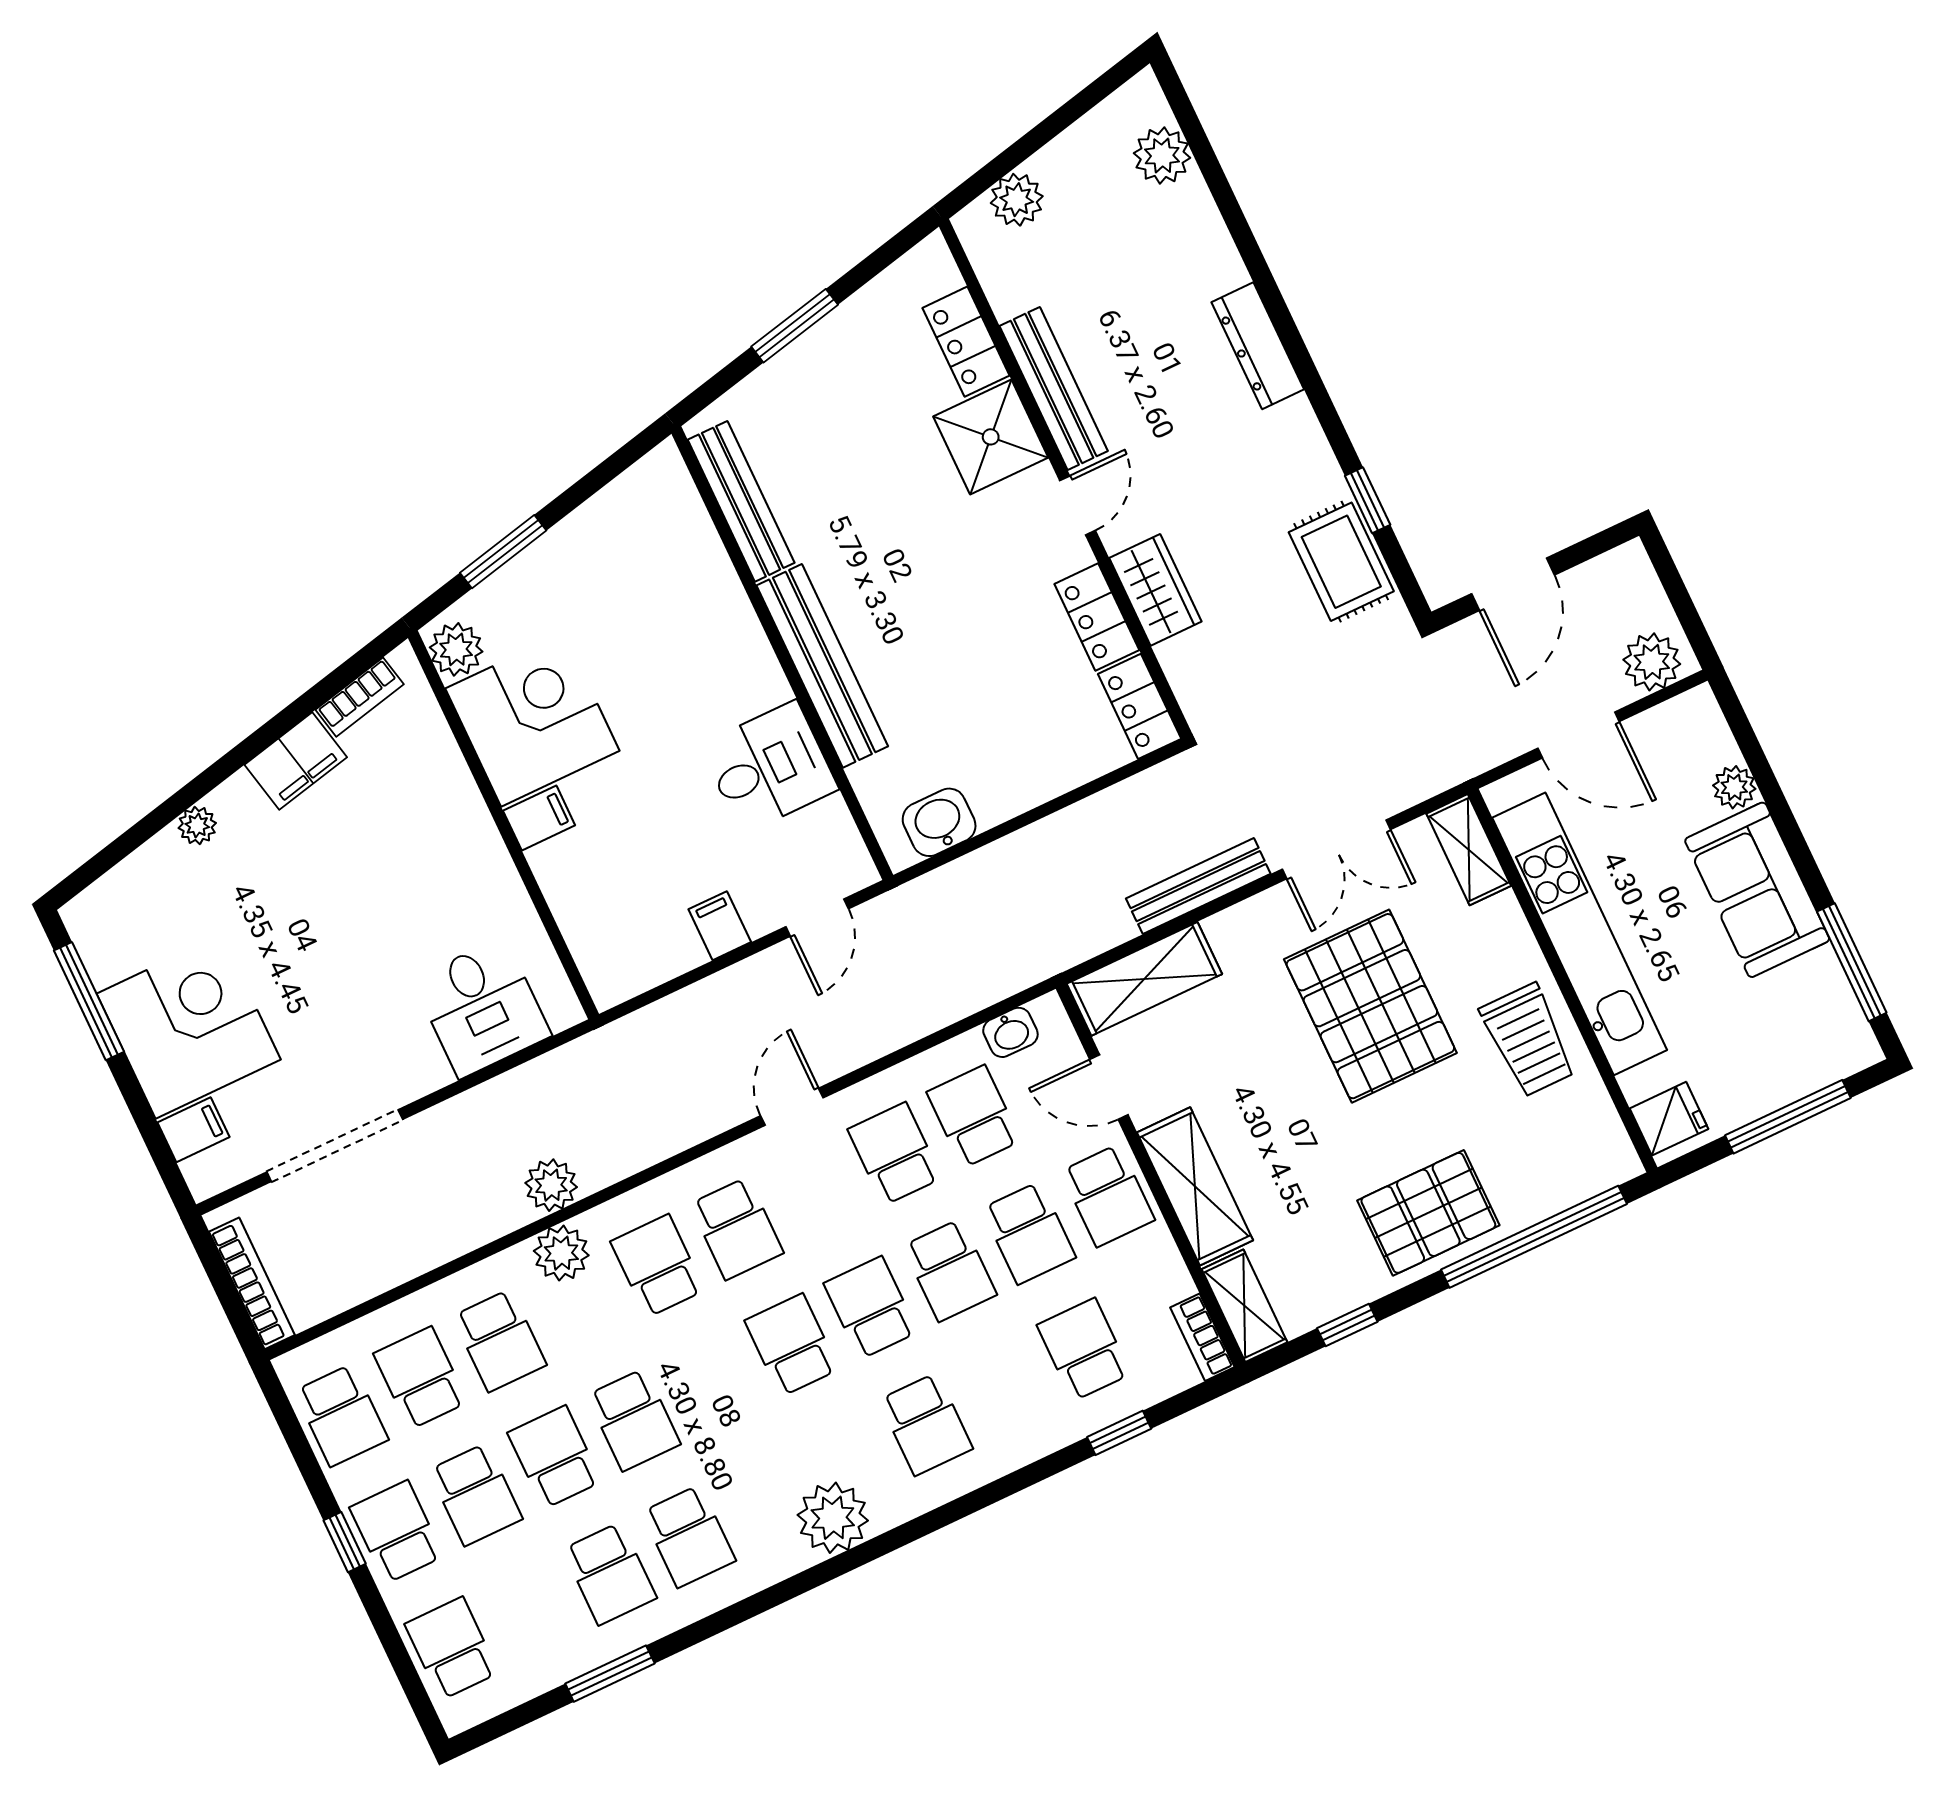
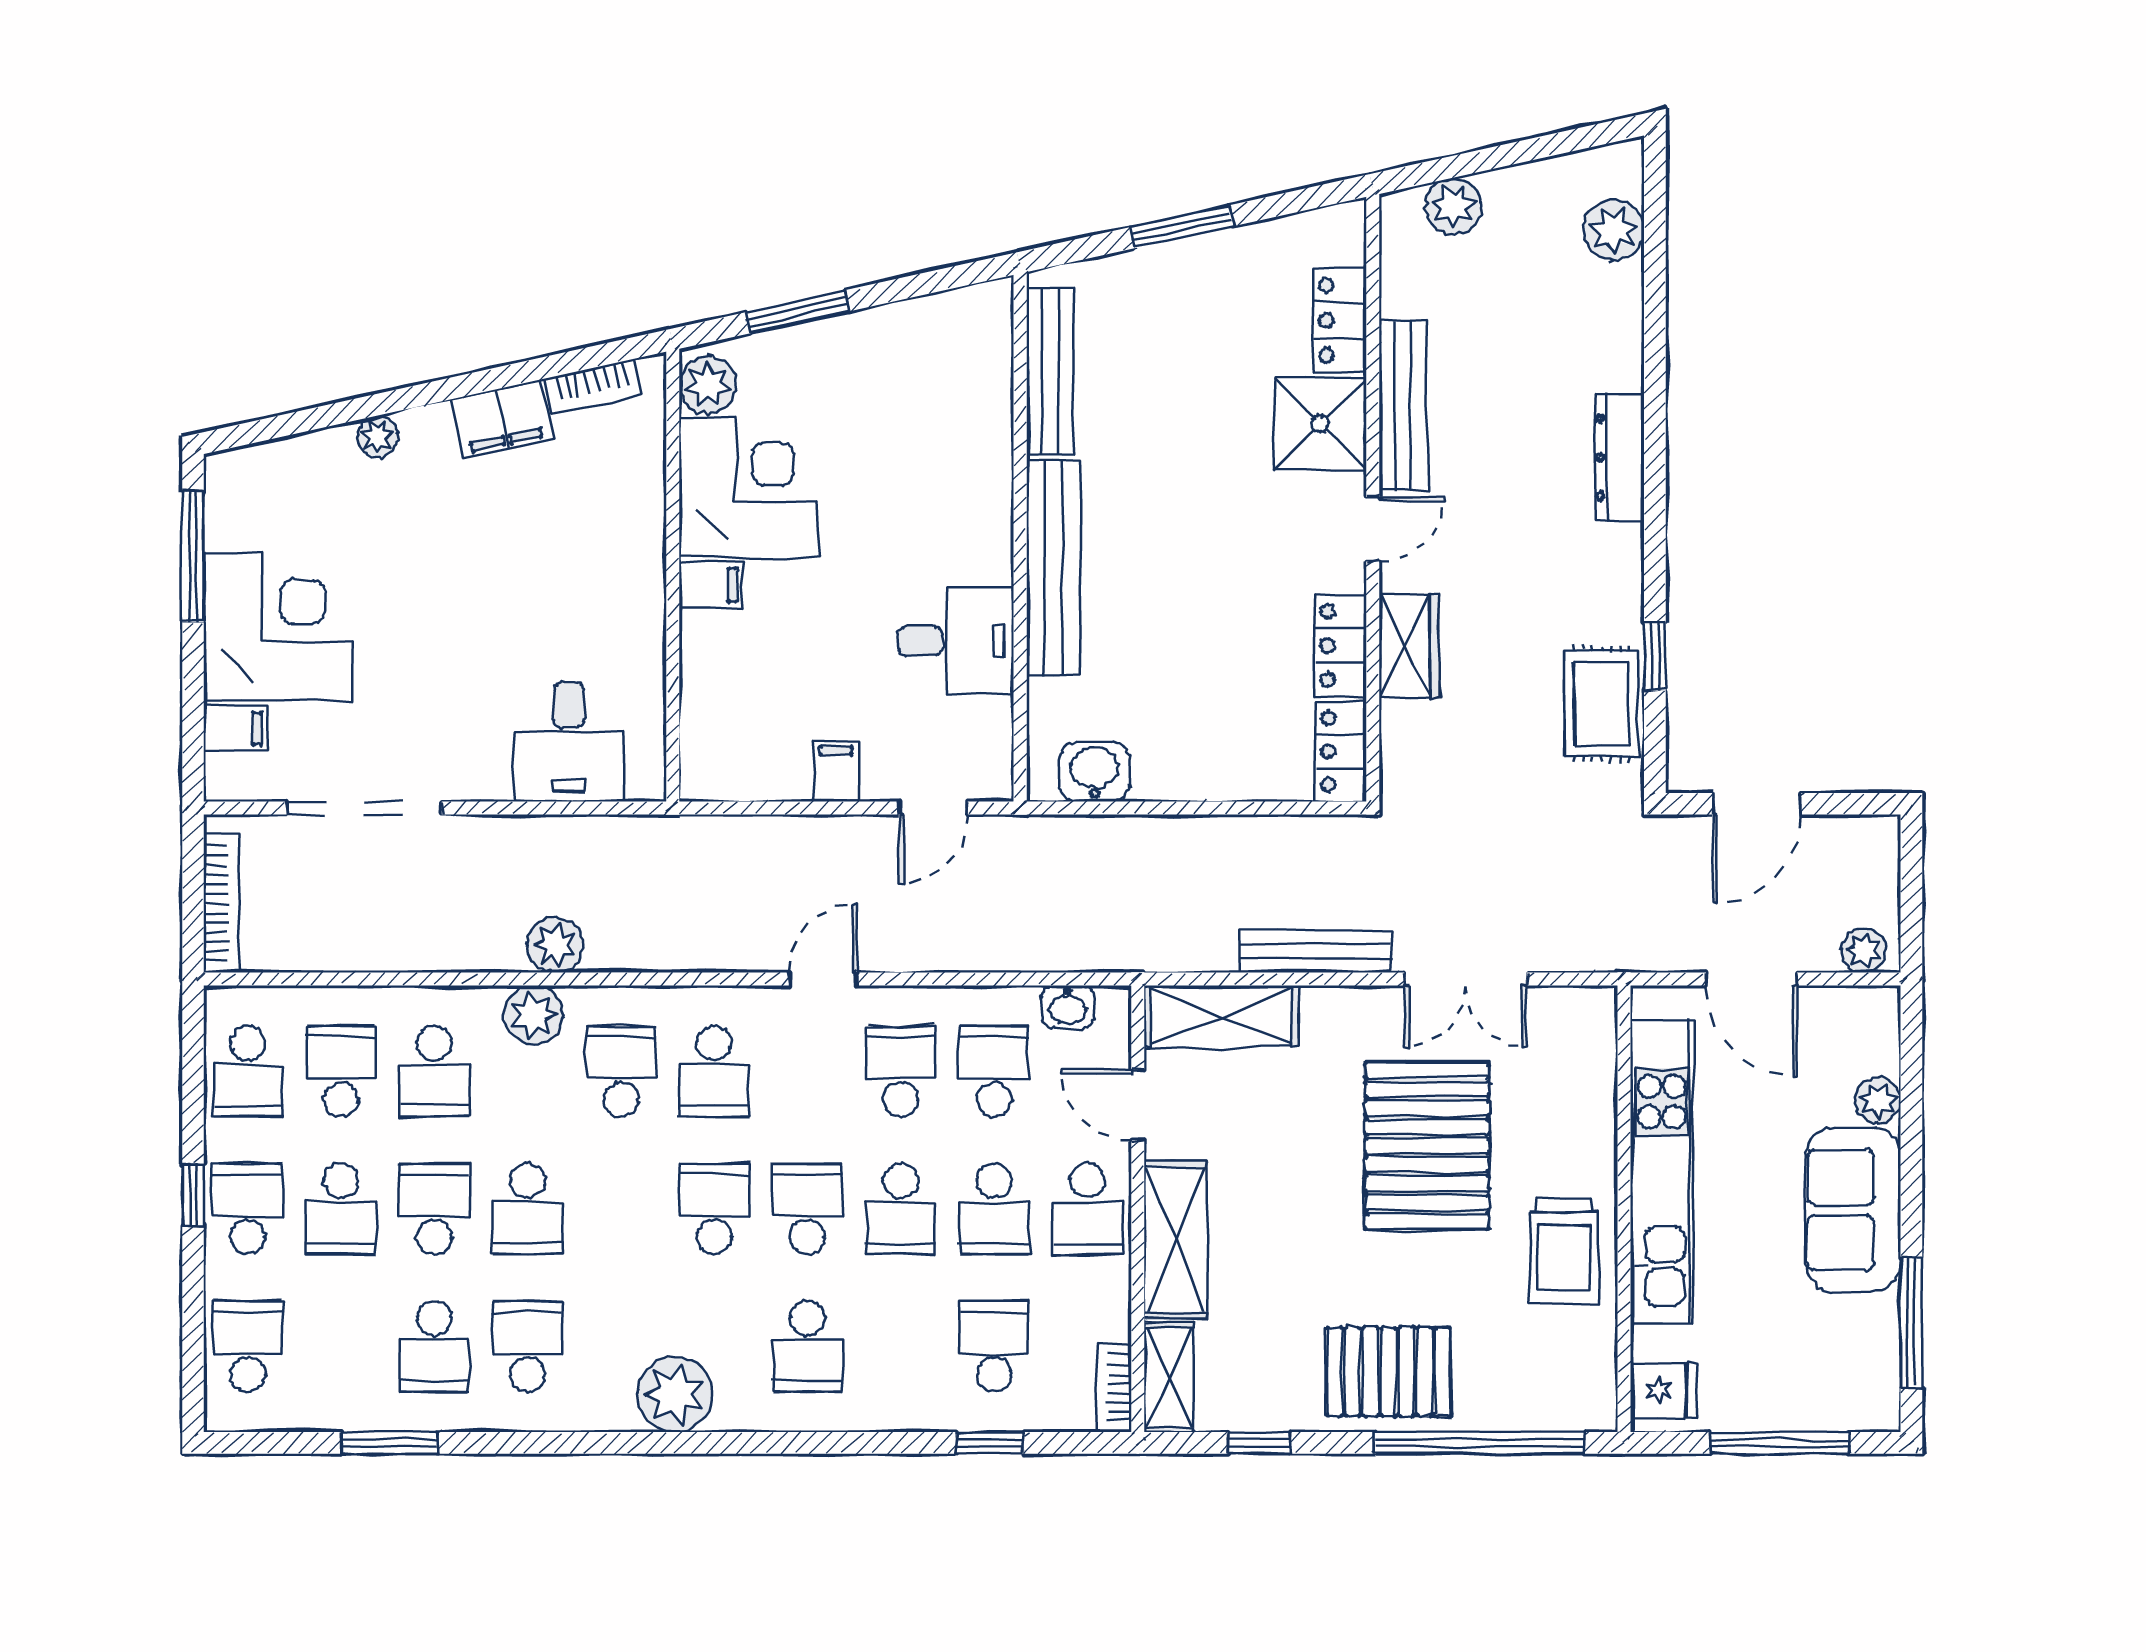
plant: (1652, 662) -> (1864, 950), width x0.73, depth x0.73
shelving: (1469, 850) -> (1593, 1040), removed
school desk: (689, 1536) -> (528, 1346), turned 180

